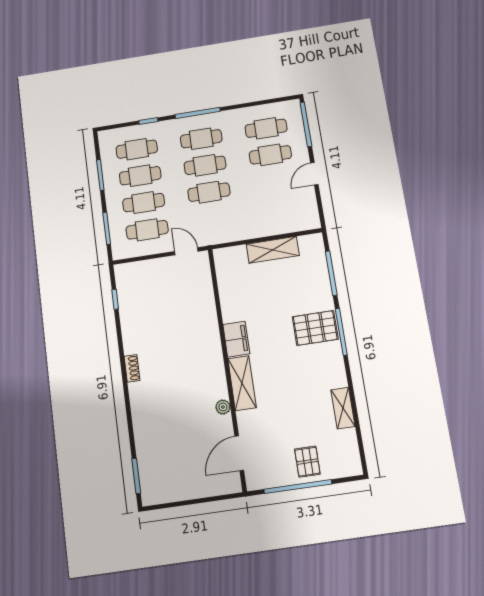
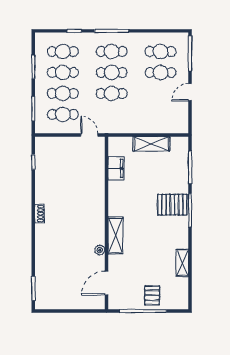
filing cabinet: (236, 339) -> (116, 168), moved

